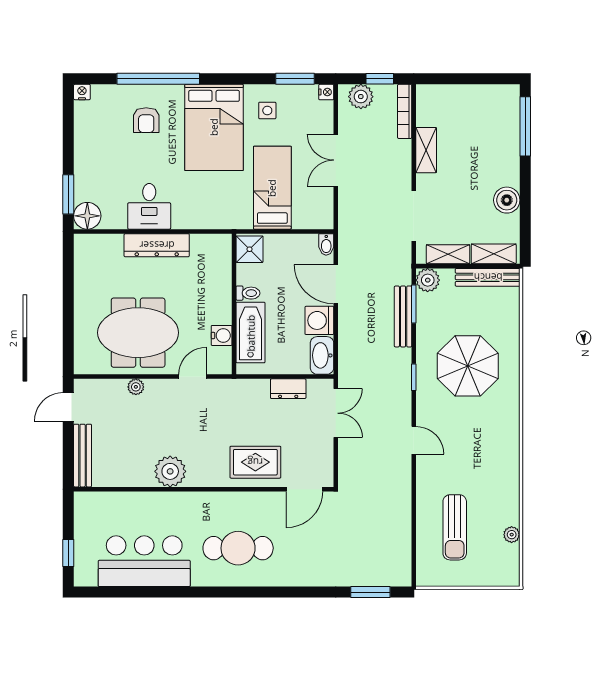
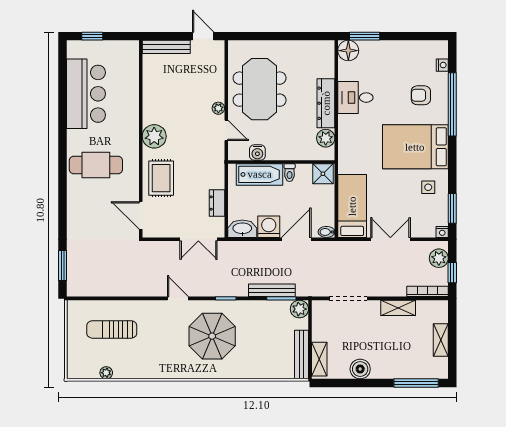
nightstand: (82, 92) -> (442, 65), moved
bed: (272, 188) -> (352, 206), moved, turned -90
plant: (203, 245) -> (326, 138), added
shelving: (448, 254) -> (441, 340), moved
parasol: (468, 366) -> (212, 336), moved
plant: (136, 387) -> (218, 108), moved
door: (414, 440) -> (178, 298), swing flipped
plant: (170, 471) -> (154, 136), moved
cafe table: (238, 548) -> (96, 165), turned 90

